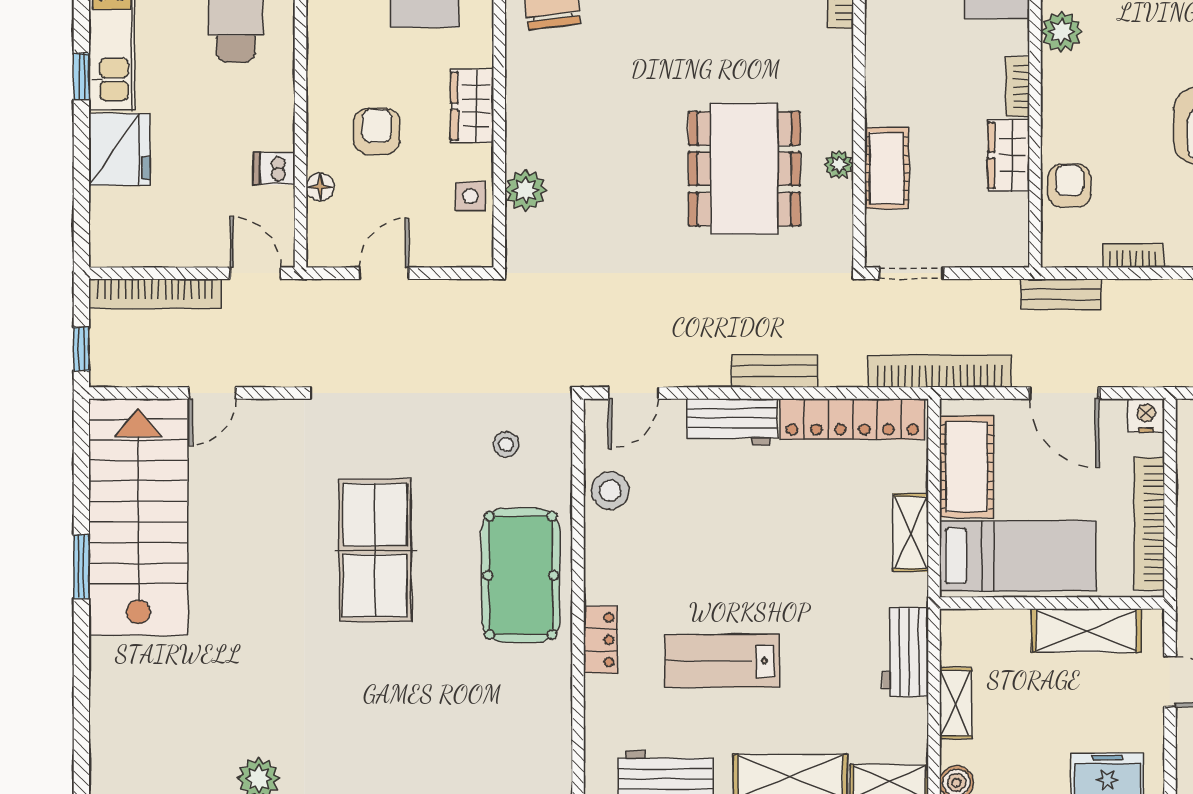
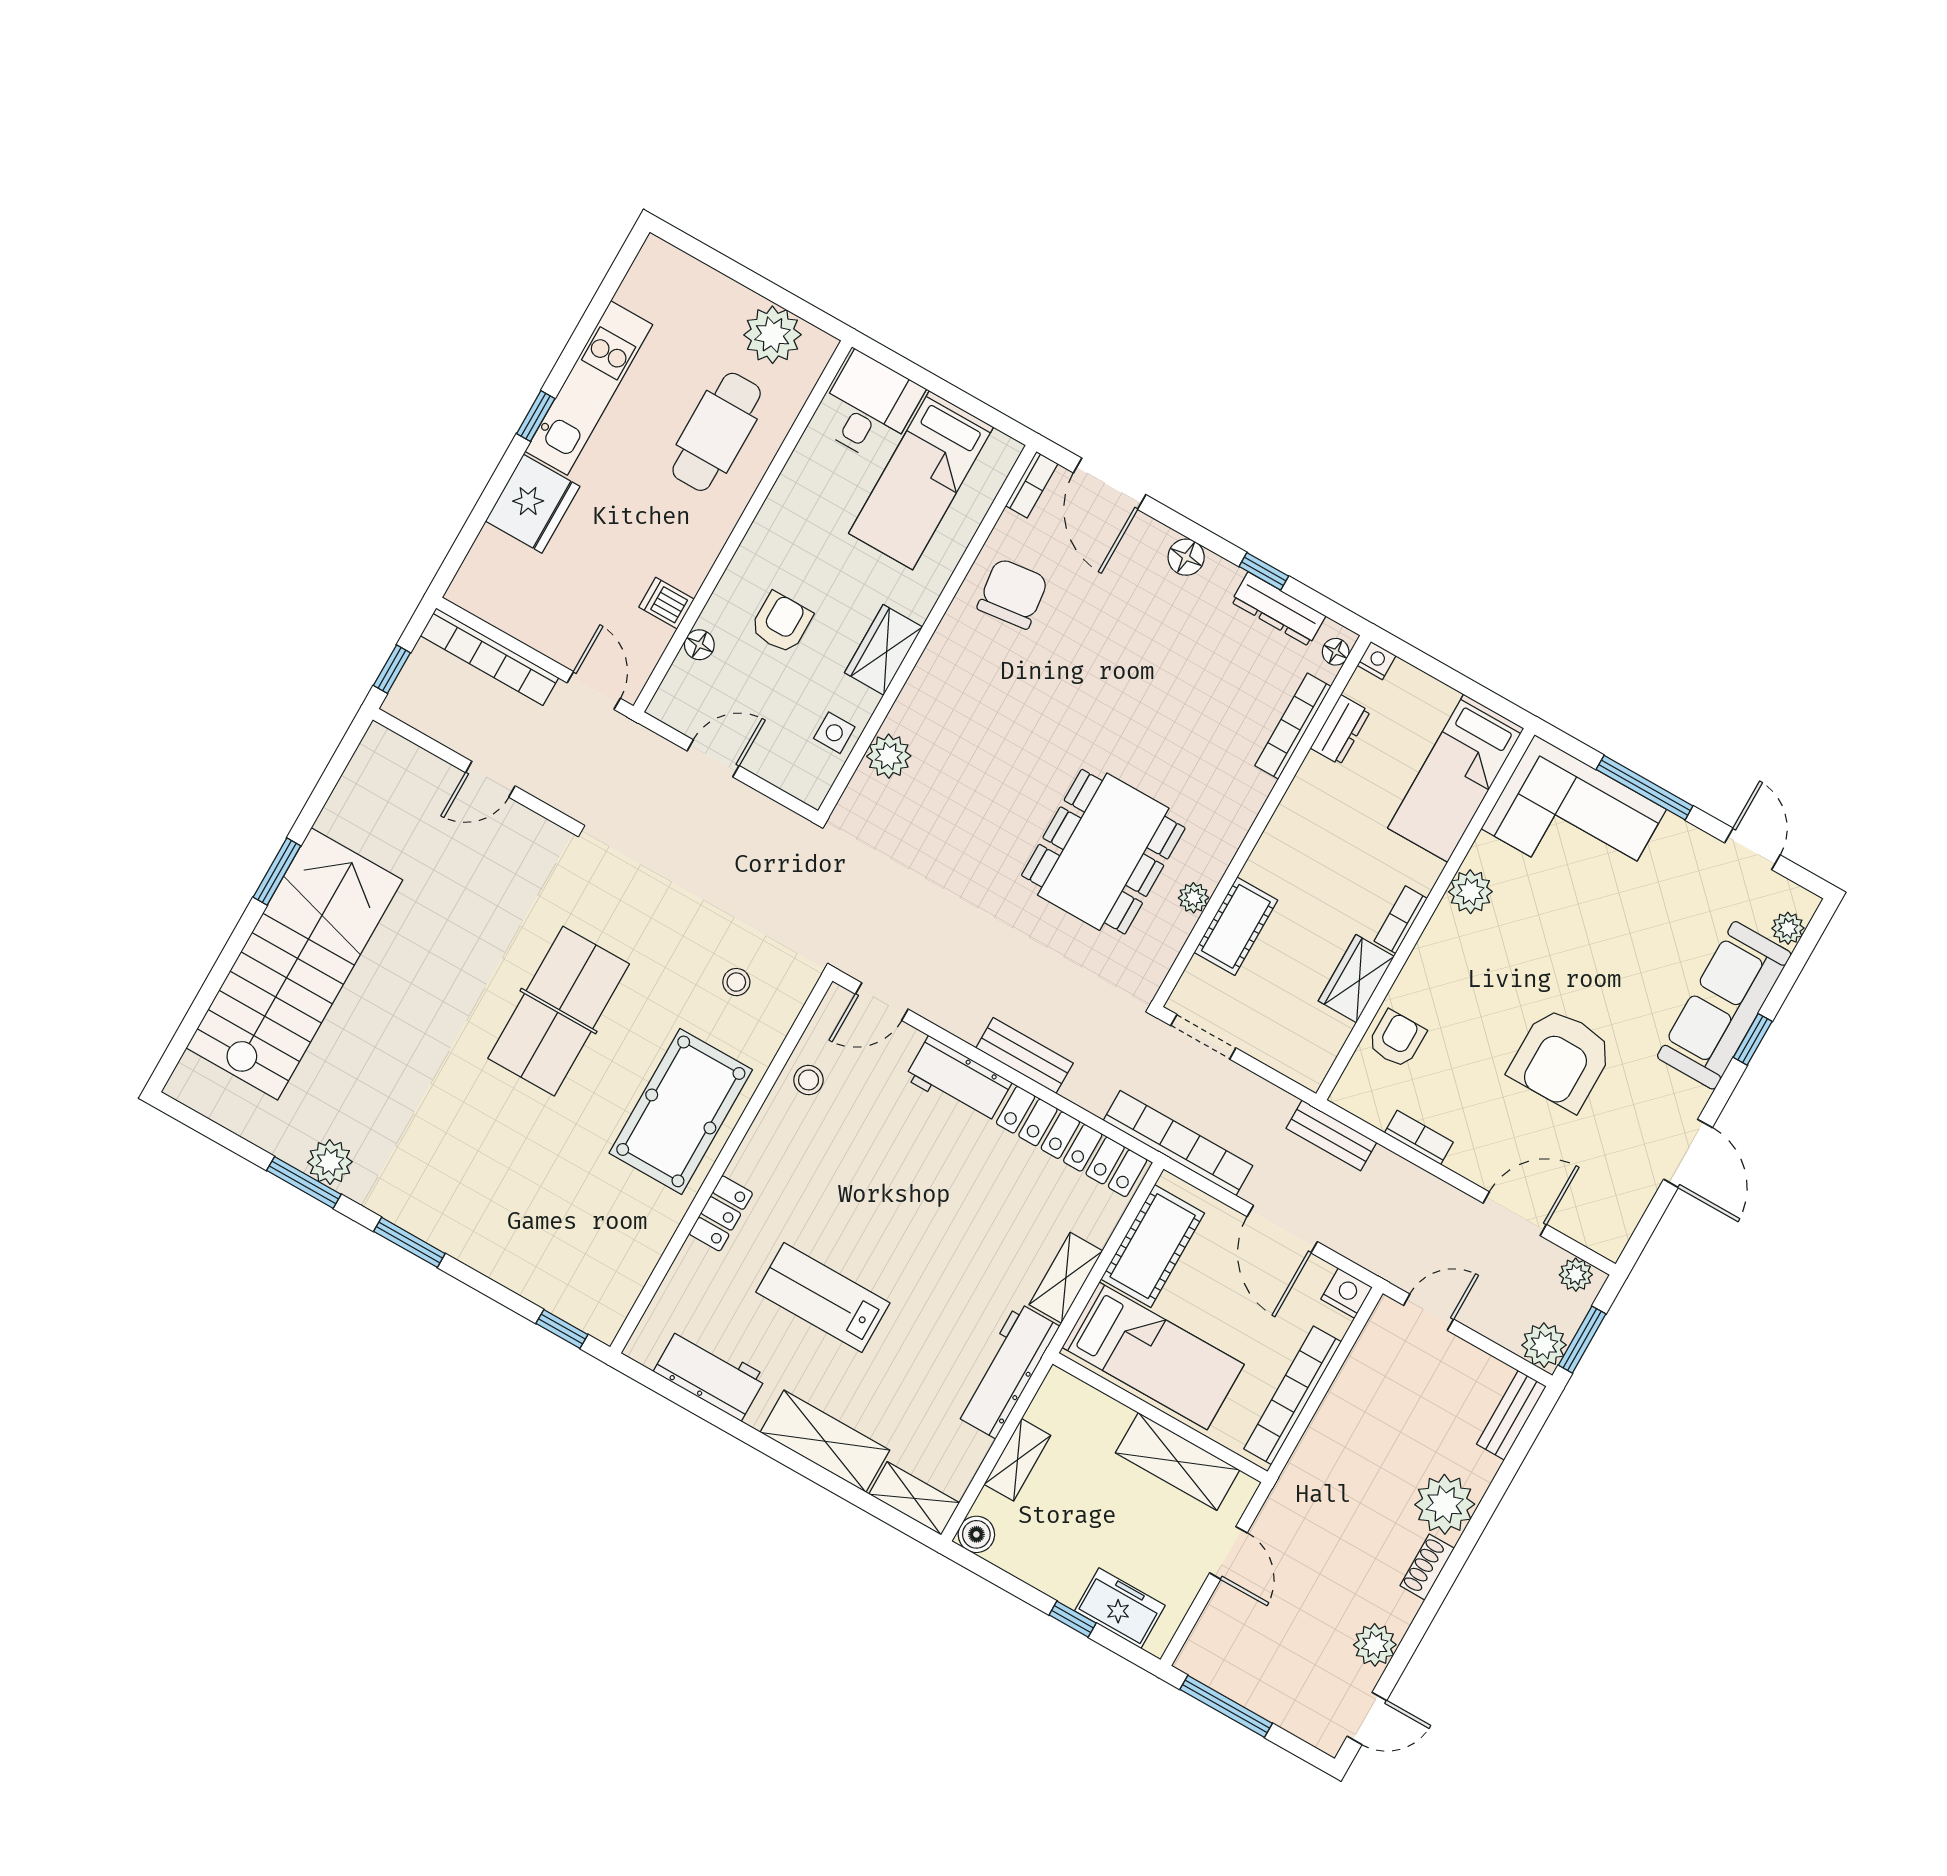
stool: (610, 491) -> (809, 1080), width x0.73, depth x0.73
stairs: (138, 517) -> (294, 964), moved
workbench: (905, 652) -> (1007, 1371), width x1.38

